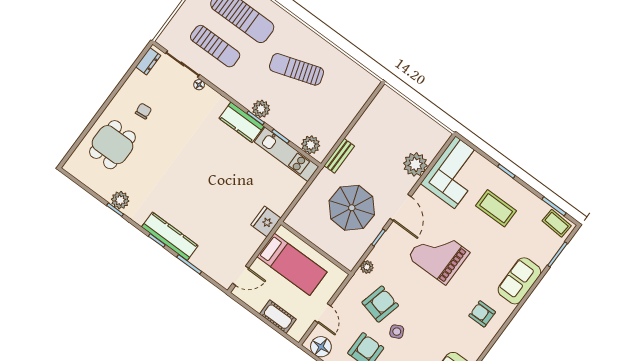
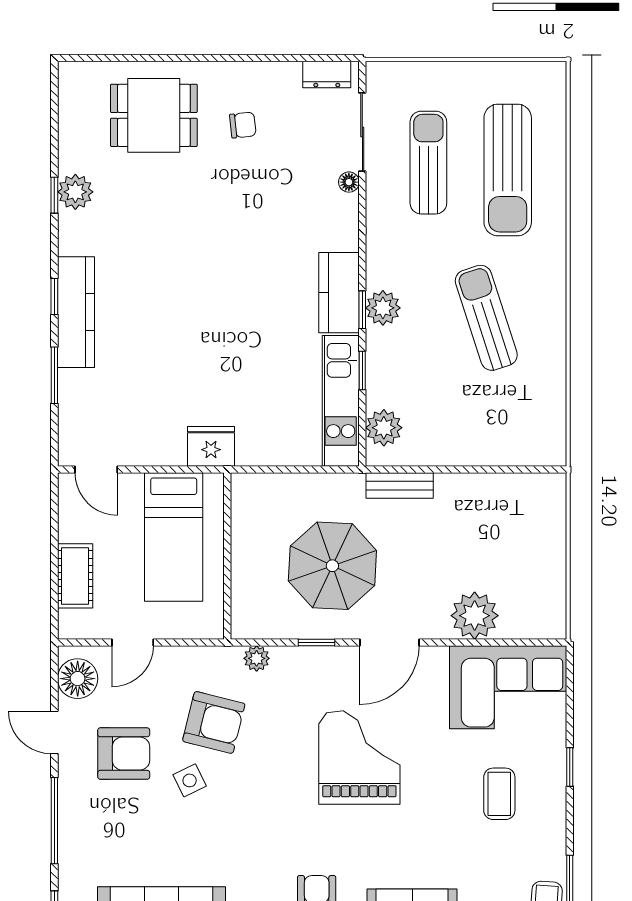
sun lounger: (215, 46) -> (428, 163), turned 180
coffee table: (496, 208) -> (499, 794), width x0.73, depth x0.77

